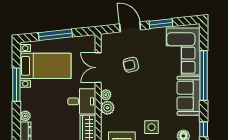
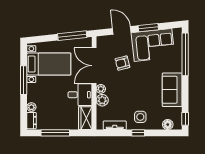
window: (55, 35) -> (72, 36), moved
corner sofa: (183, 52) -> (153, 45), moved, turned -96
double door: (98, 68) -> (94, 66), width x1.37
window: (204, 75) -> (185, 54), moved

